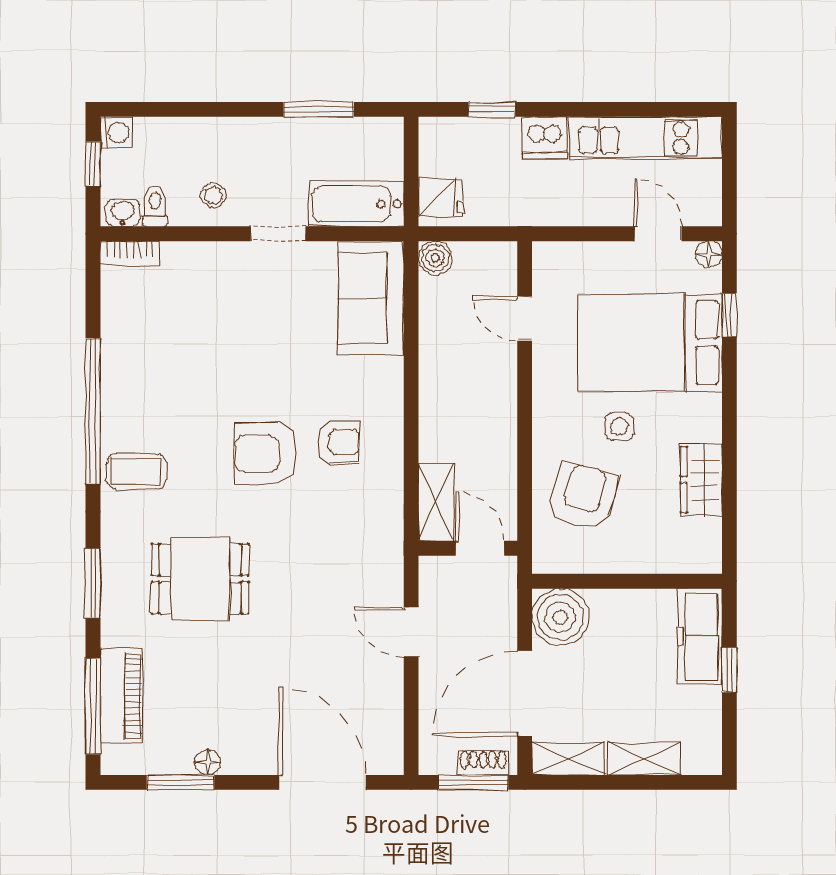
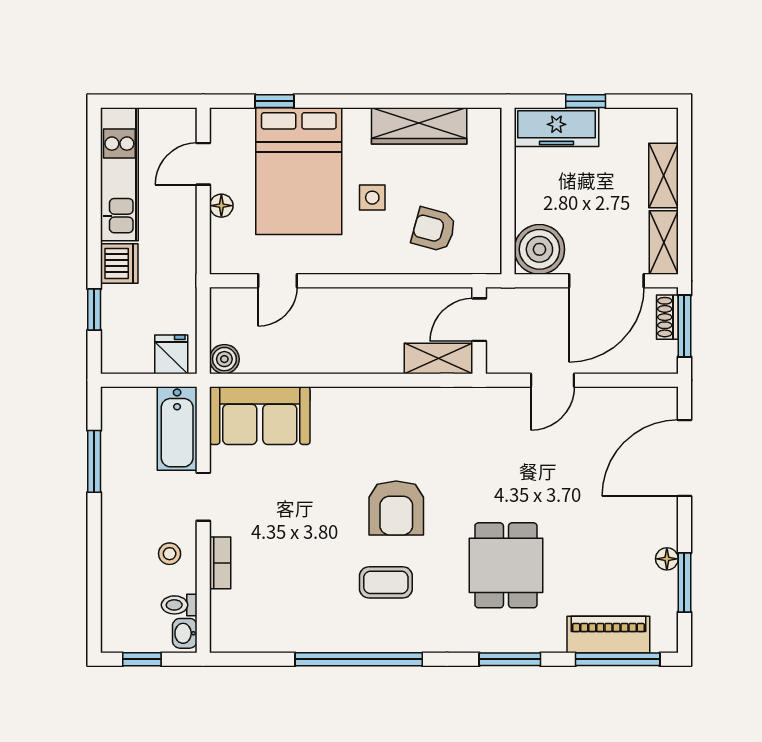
washing machine: (116, 133) -> (115, 639), removed
bookcase: (130, 253) -> (220, 563), moved
floor lamp: (709, 254) -> (221, 206), moved
armchair: (338, 442) -> (386, 444), removed
coffee table: (136, 471) -> (386, 582), moved, turned 90
wardrobe: (701, 480) -> (419, 126), width x1.50
armchair: (583, 497) -> (434, 229), width x0.72, depth x0.72
door: (525, 693) -> (606, 281), hinge flipped

